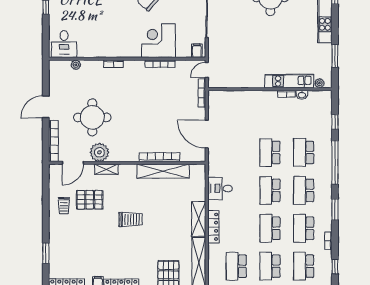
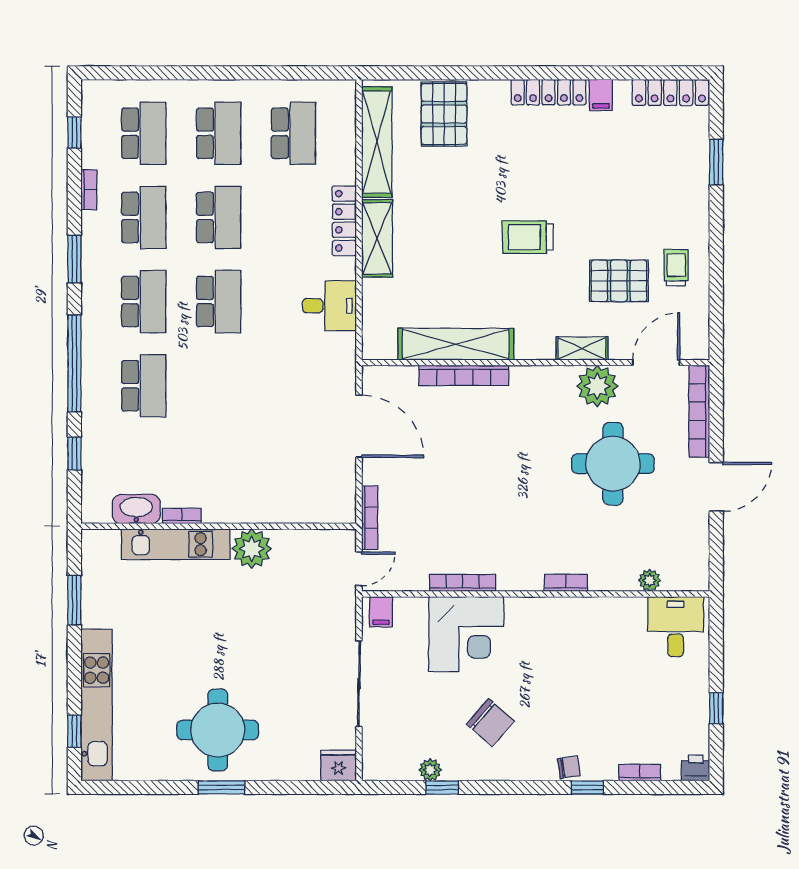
plant: (319, 83) -> (252, 549), moved, width x1.87, depth x1.87
washbasin: (302, 95) -> (136, 509), width x1.91, depth x1.45
school desk: (270, 152) -> (219, 386), removed

